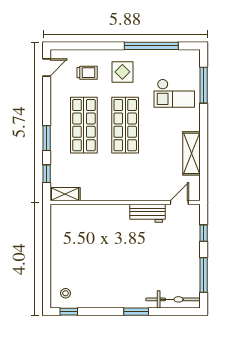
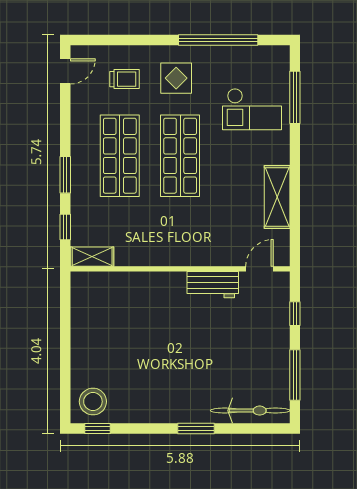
stool: (66, 293) -> (93, 402), width x1.89, depth x1.89

